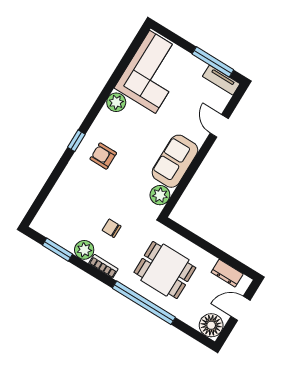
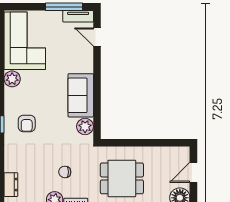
door: (219, 126) -> (97, 37), moved
armchair: (103, 156) -> (27, 123), turned -90
dresser: (227, 273) -> (11, 185), moved, turned -90

